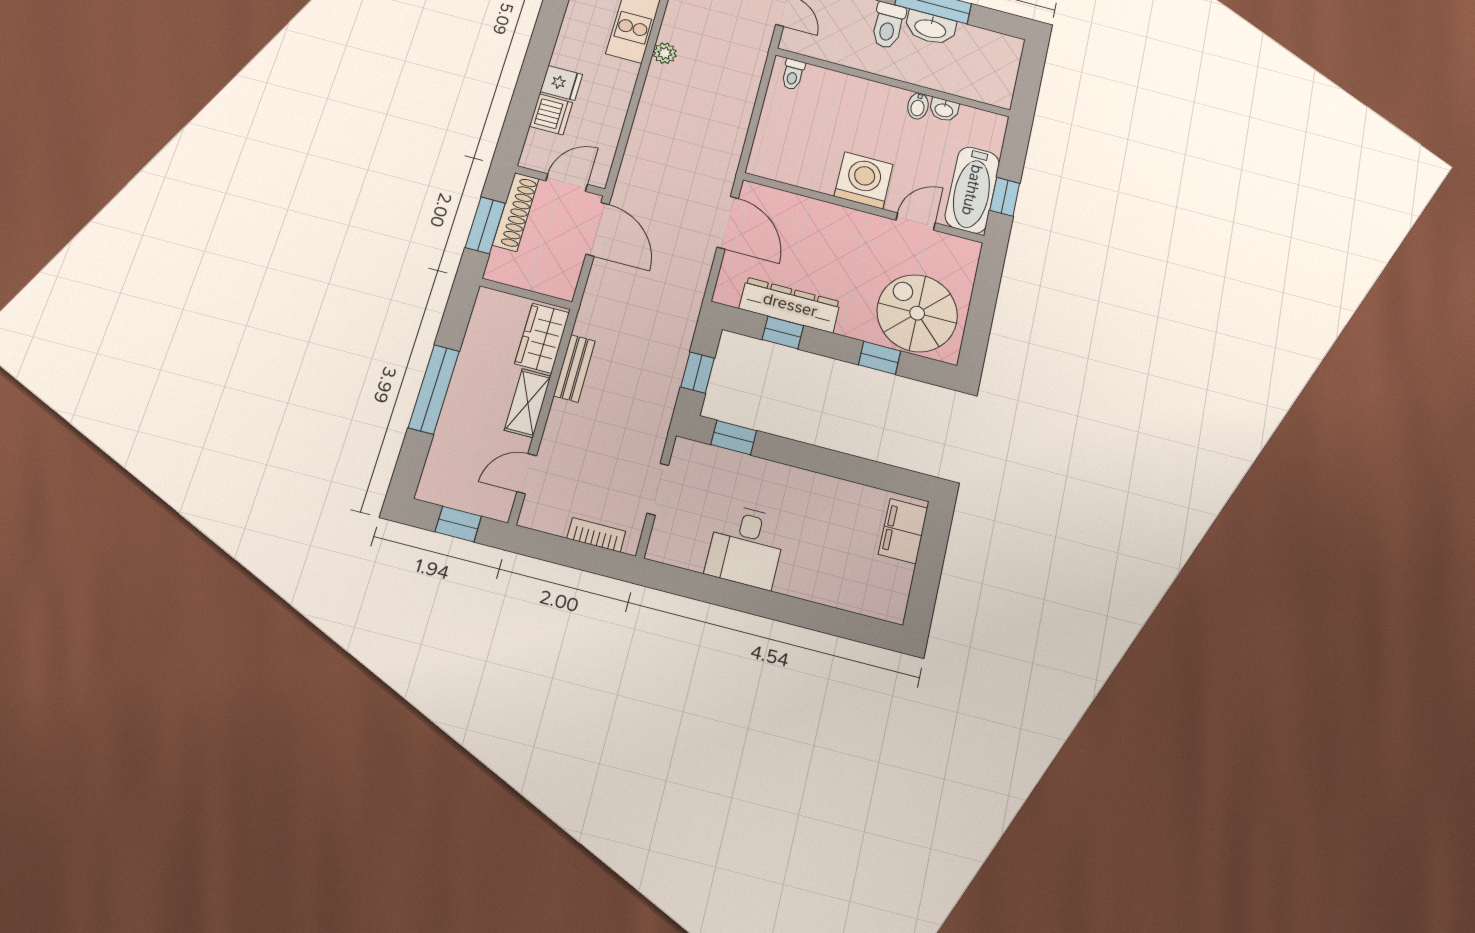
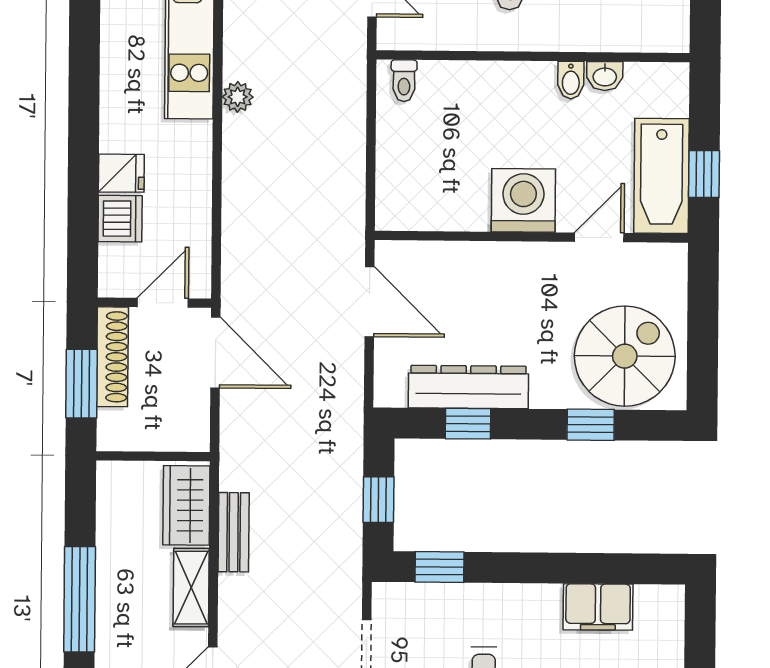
spiral stairs: (917, 313) -> (625, 356), turned 90
filing cabinet: (903, 531) -> (598, 607), moved, turned -90

